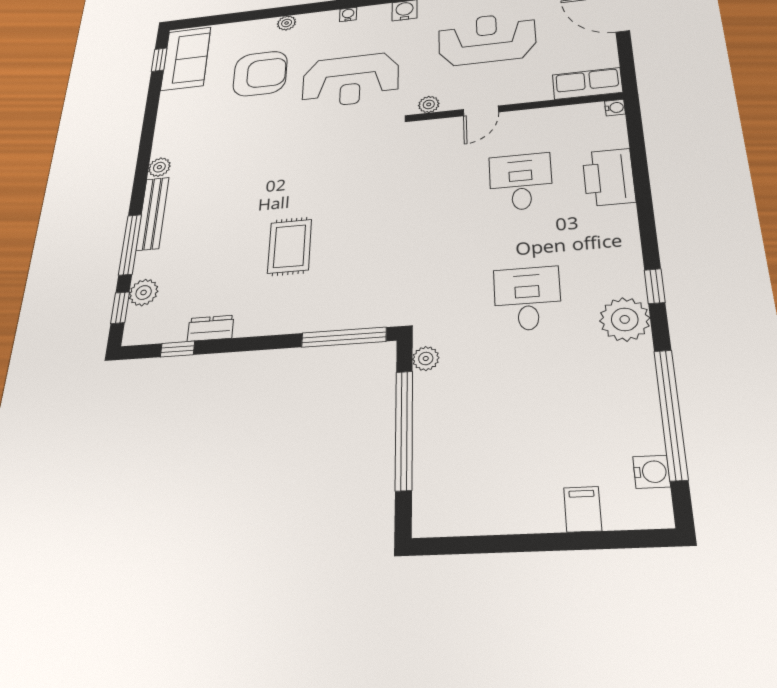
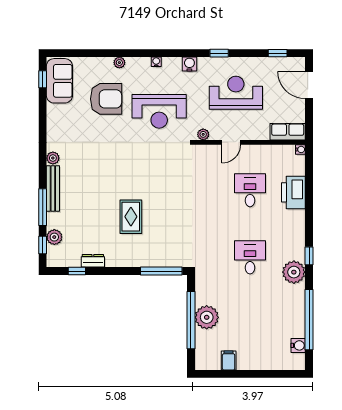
plant: (426, 358) -> (207, 317), moved, width x1.87, depth x1.87
filing cabinet: (583, 509) -> (229, 360), moved

